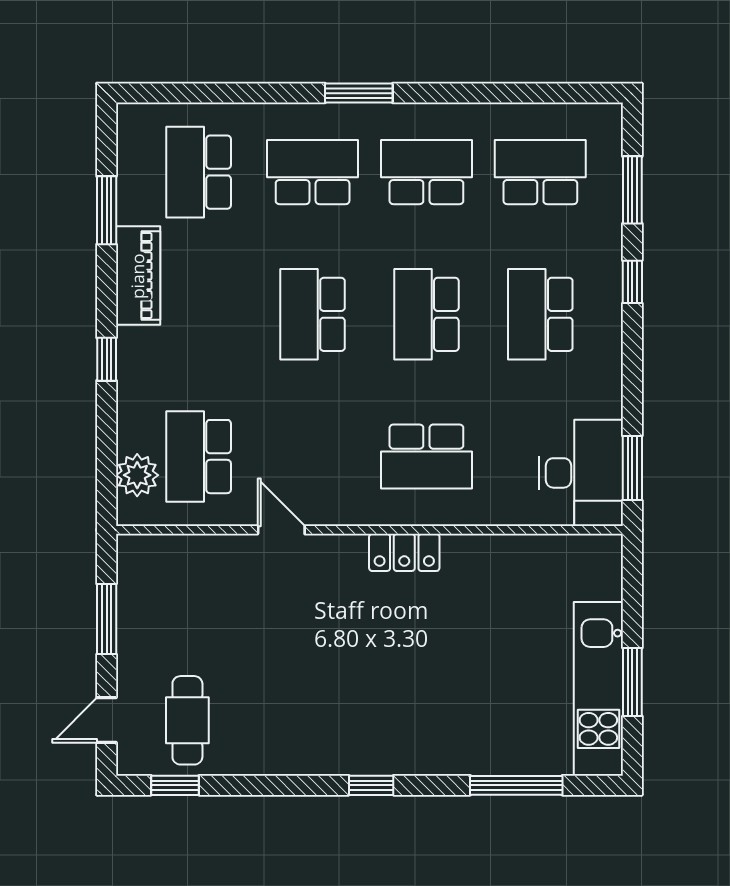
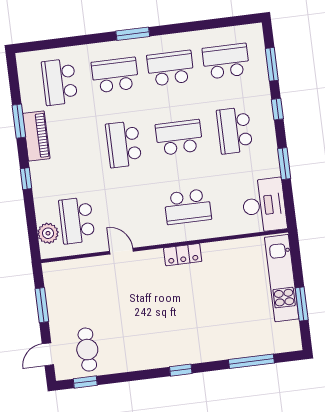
window: (107, 210) -> (19, 121), moved
school desk: (426, 314) -> (179, 137), turned 90
window: (632, 468) -> (284, 164), moved
kitchen unit: (598, 689) -> (282, 278), moved

